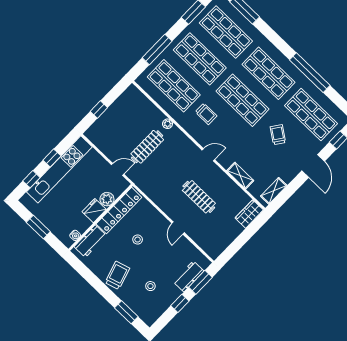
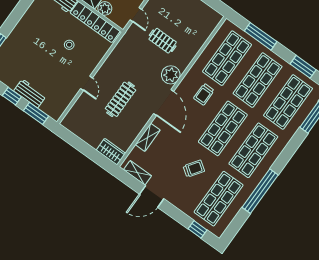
plant: (168, 124) -> (171, 75), moved, width x1.88, depth x1.88
clothes rail: (147, 147) -> (163, 41), width x0.73
door: (208, 155) -> (164, 103), width x1.87
door: (313, 166) -> (152, 196), moved
door: (178, 228) -> (87, 83), swing flipped
trolley: (117, 275) -> (31, 30), removed
workbench: (189, 276) -> (30, 93), moved
stool: (150, 286) -> (25, 64), removed

